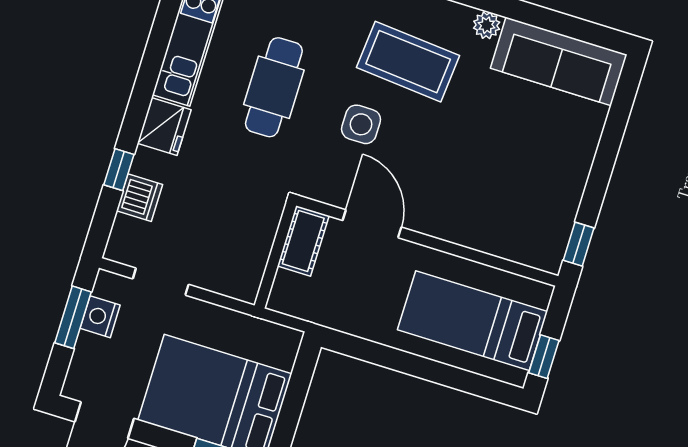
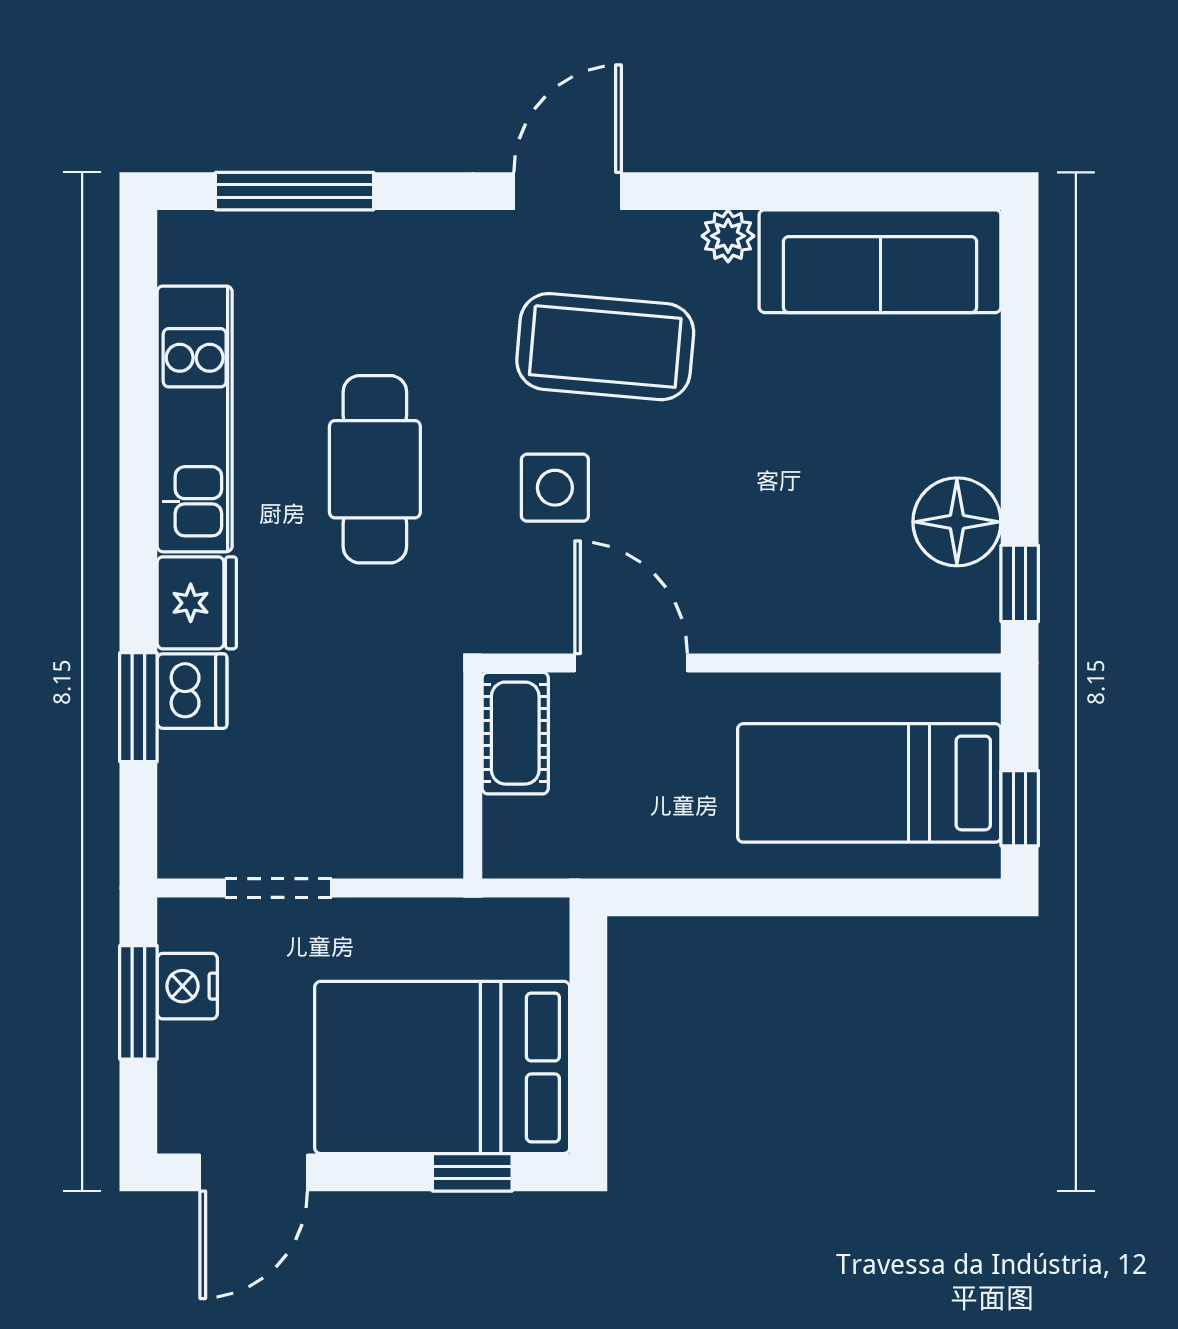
window: (119, 170) -> (138, 707), width x1.50
dishwasher: (139, 198) -> (192, 691), moved
floor lamp: (557, 204) -> (957, 522), added

